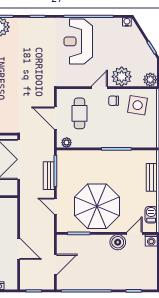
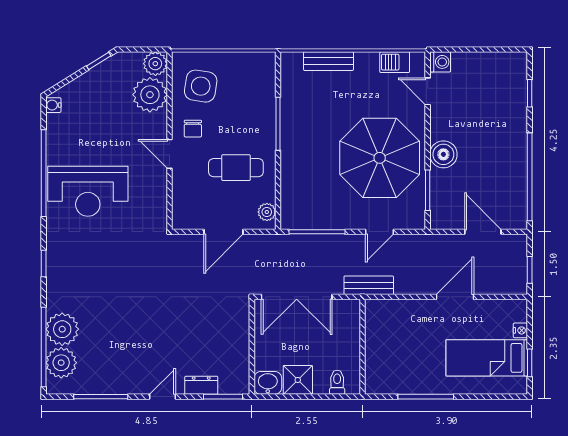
plant: (122, 77) -> (150, 95), moved
cafe table: (79, 113) -> (236, 168), moved
bench: (49, 176) -> (369, 285), moved
boiler: (118, 242) -> (443, 154), moved

